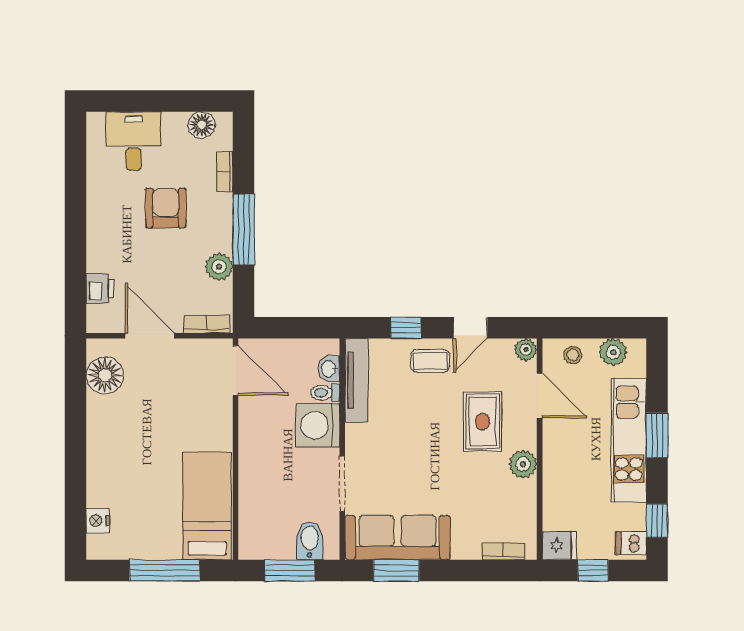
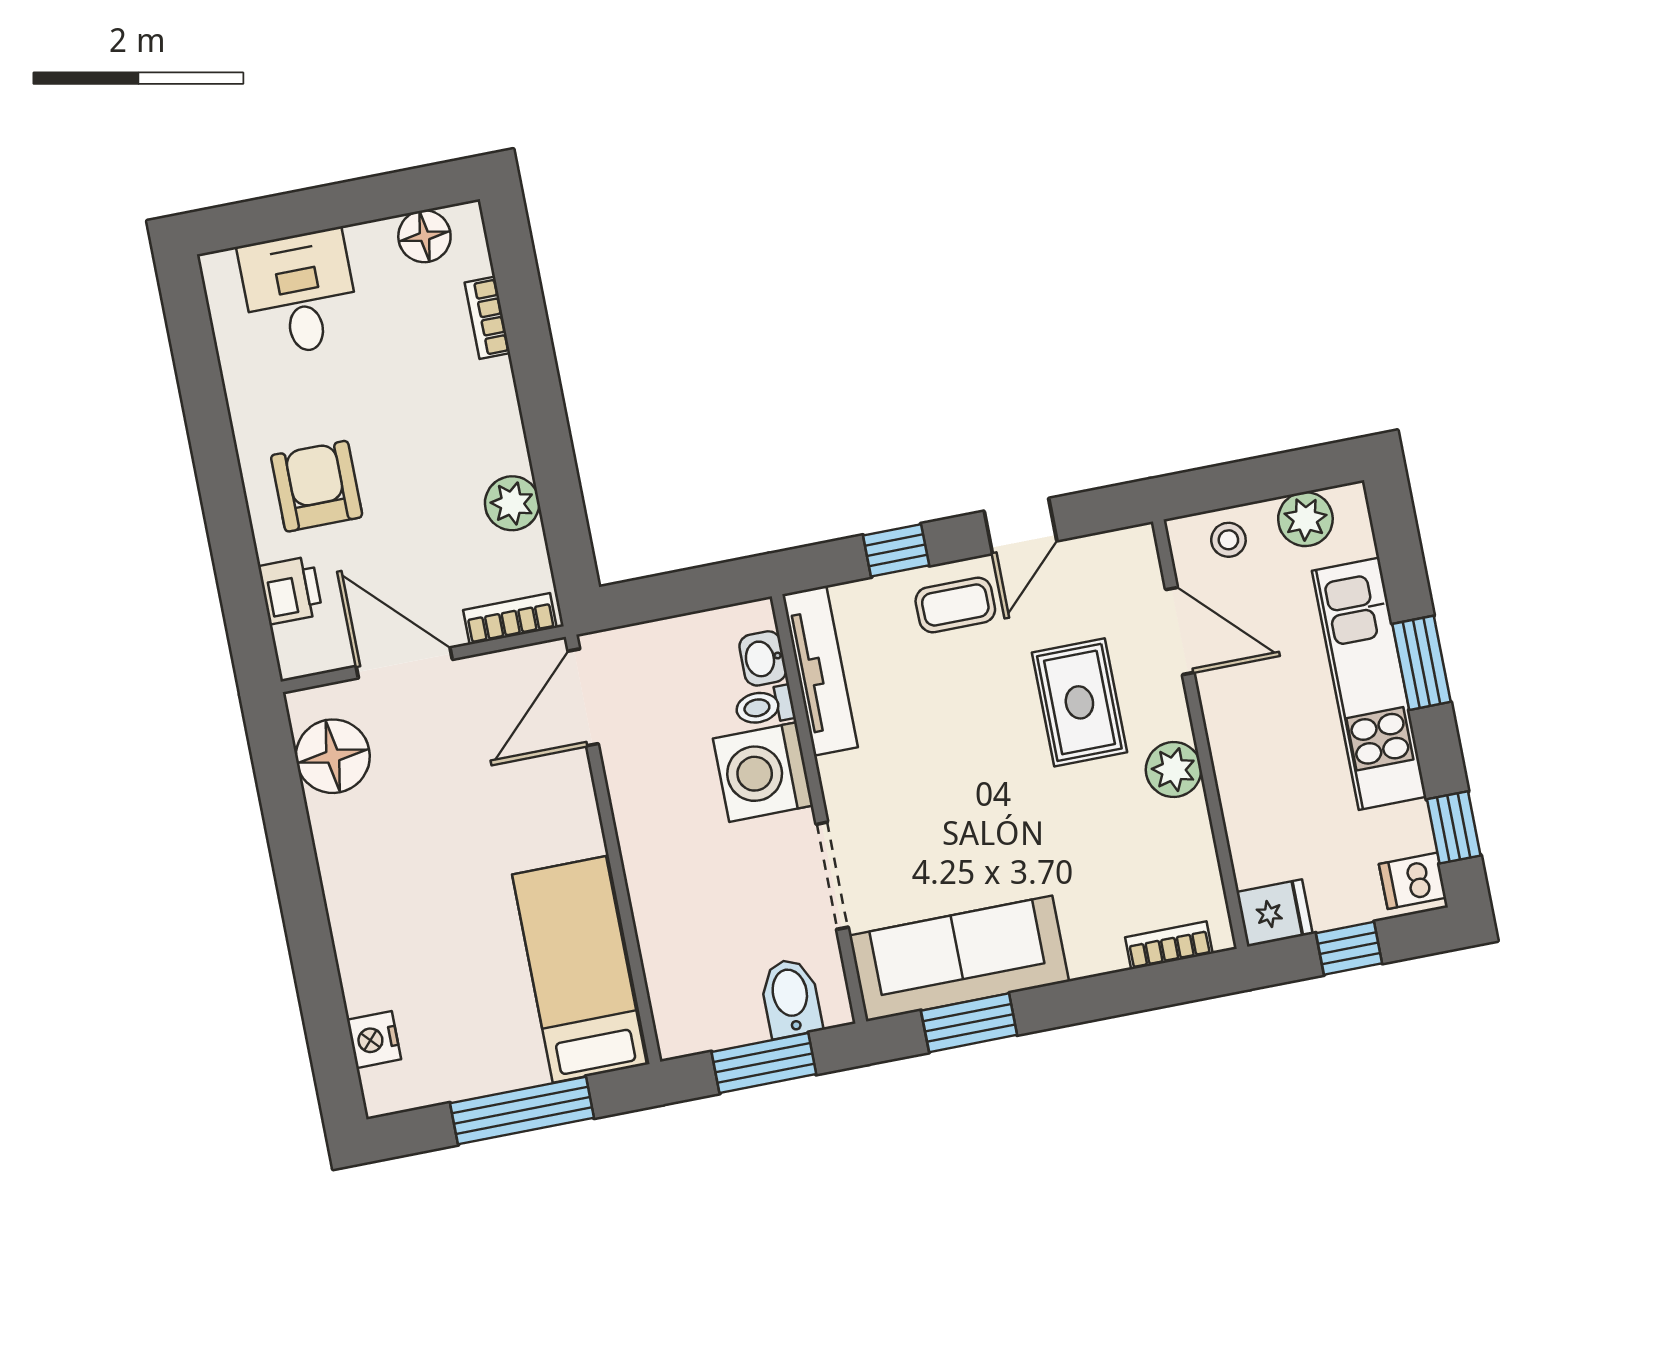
armchair: (166, 208) -> (317, 486), moved
window: (244, 229) -> (545, 422), removed
plant: (526, 350) -> (1136, 547), removed
door: (236, 370) -> (583, 697), swing flipped

